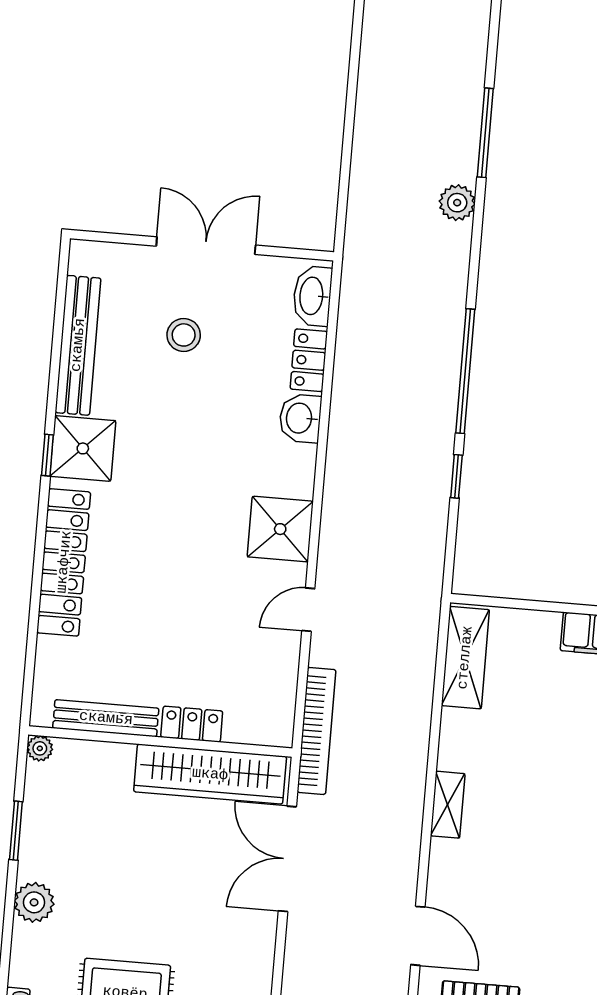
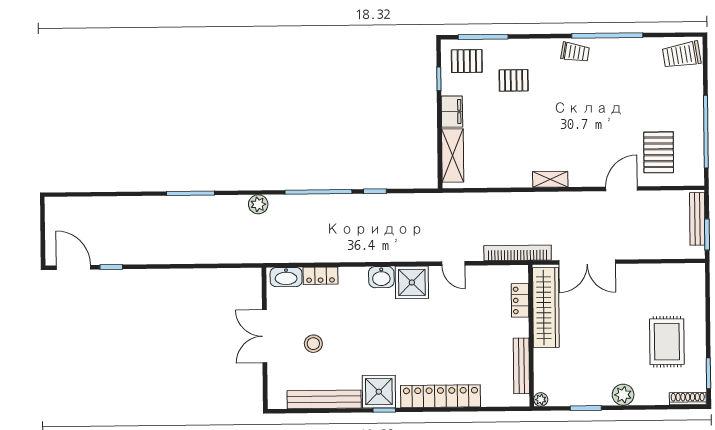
plant: (457, 203) -> (258, 204), moved
washbasin: (300, 418) -> (381, 277), moved
shelving: (465, 658) -> (453, 155), moved, turned 90
locker: (192, 724) -> (520, 300), moved

